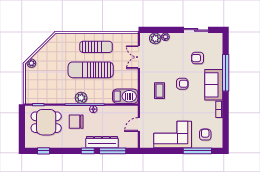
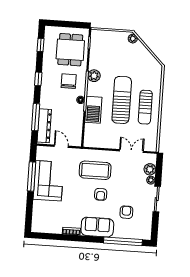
sliding door: (196, 30) -> (157, 199), moved
window: (226, 73) -> (123, 241), moved
coffee table: (160, 91) -> (95, 170), width x1.86, depth x1.72
barbecue: (125, 96) -> (93, 110), moved
plant: (81, 98) -> (94, 76), moved
armchair: (205, 135) -> (46, 215), removed
dresser: (102, 142) -> (44, 126), moved
window: (88, 151) -> (38, 79), moved
window: (197, 151) -> (32, 177), moved

